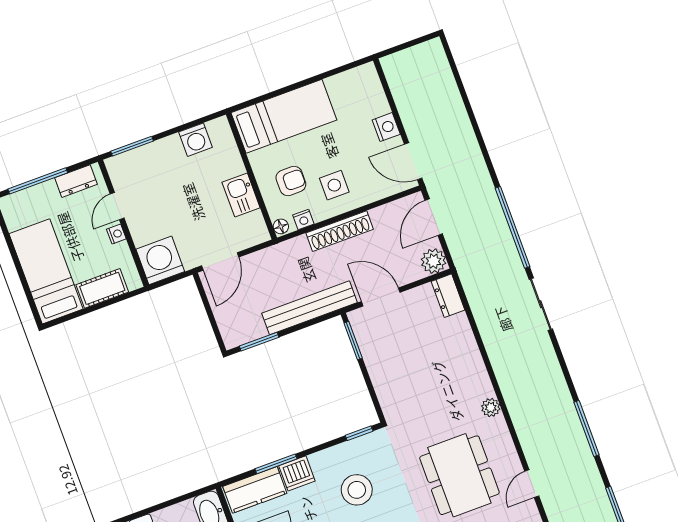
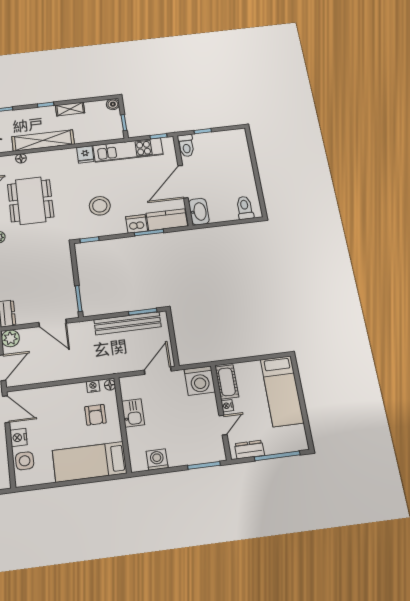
armchair: (291, 181) -> (95, 415), turned -90
side table: (334, 185) -> (25, 461), moved
shoe rack: (340, 231) -> (70, 373), removed
cot: (102, 288) -> (227, 382), moved, turned 90
bench: (310, 308) -> (128, 323), moved

